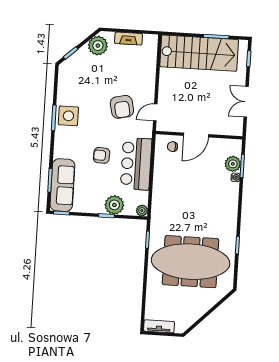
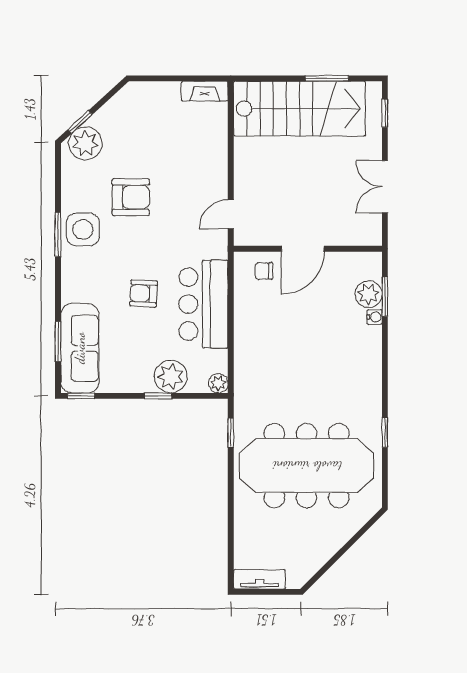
fireplace: (128, 39) -> (205, 91), moved
plant: (98, 46) -> (85, 143), moved
armchair: (122, 107) -> (131, 197), moved, turned -78

